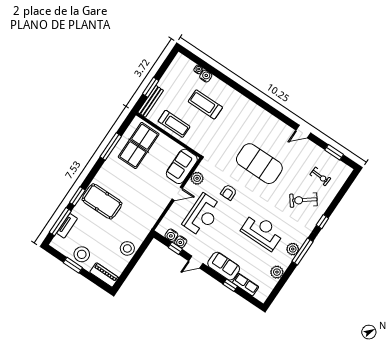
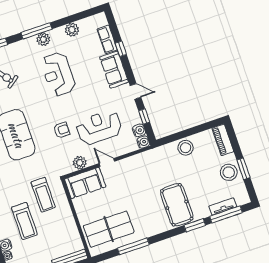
treadmill: (174, 124) -> (43, 195), moved, turned 180
water cooler: (181, 242) -> (143, 142), moved

